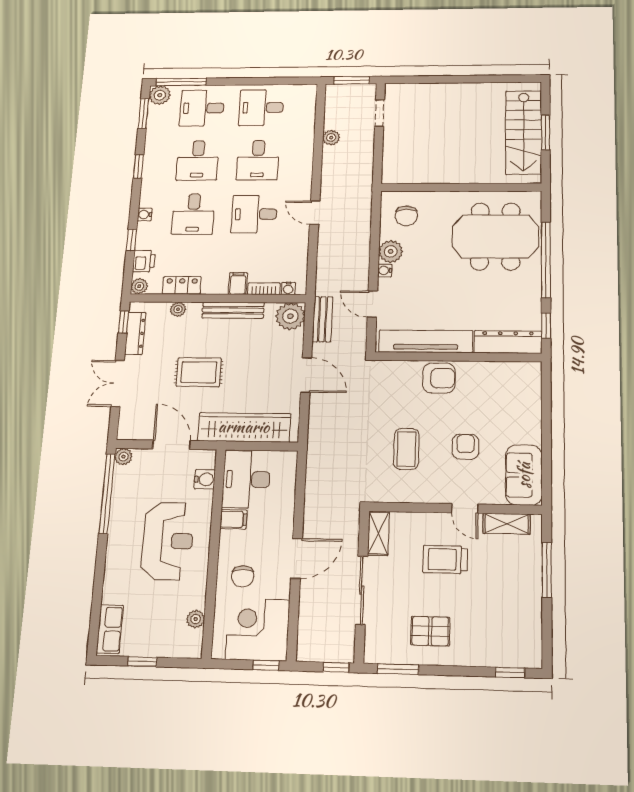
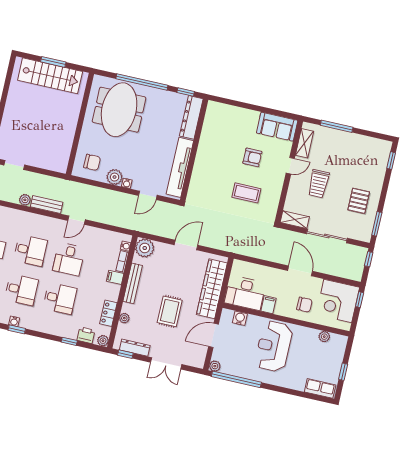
water cooler: (145, 214) -> (14, 321), moved
bench: (322, 319) -> (47, 205), moved
armchair: (439, 378) -> (205, 164), removed
armchair: (465, 447) -> (252, 157), turned 180
reception desk: (168, 541) -> (274, 346), turned -90

